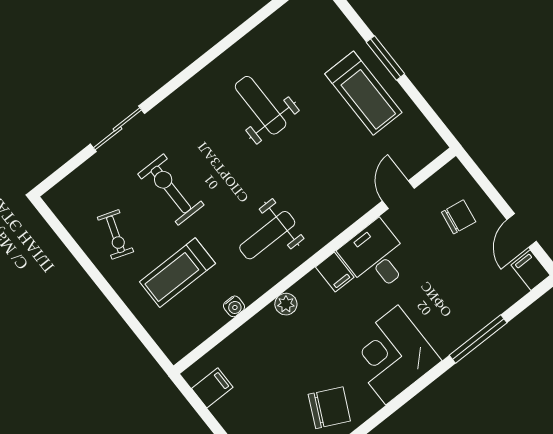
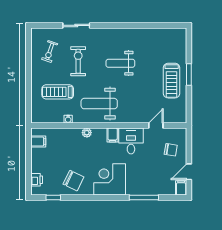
weight bench: (261, 105) -> (120, 63), moved, turned -90
exercise bike: (115, 234) -> (50, 51), moved
weight bench: (267, 235) -> (99, 104), width x1.36, depth x1.33

